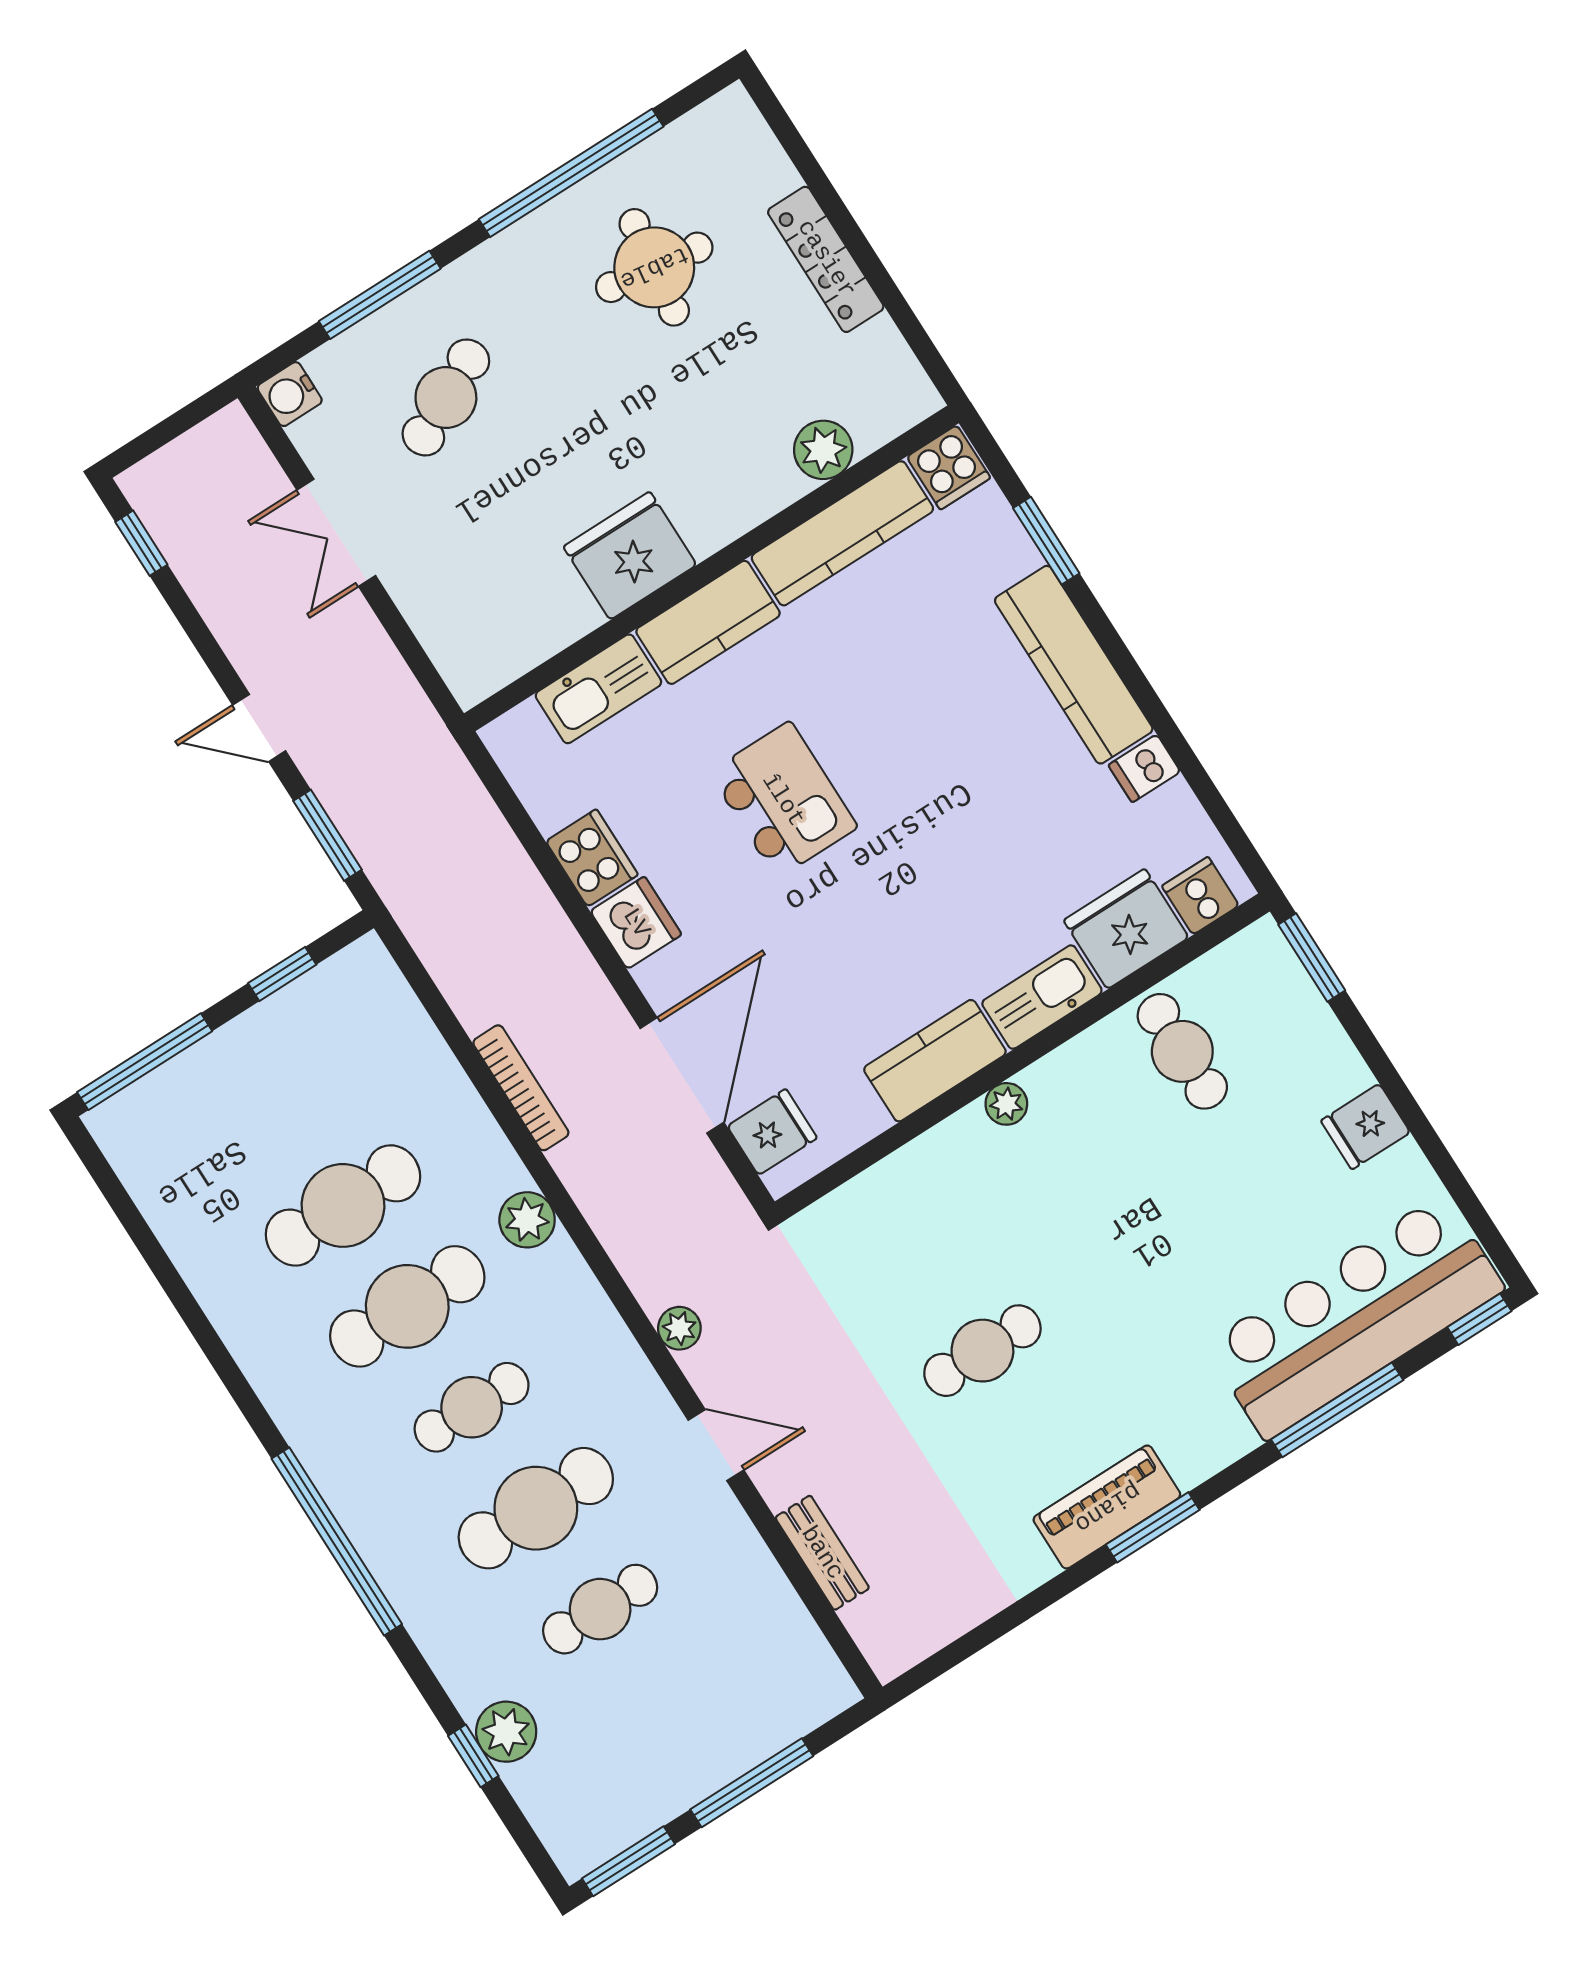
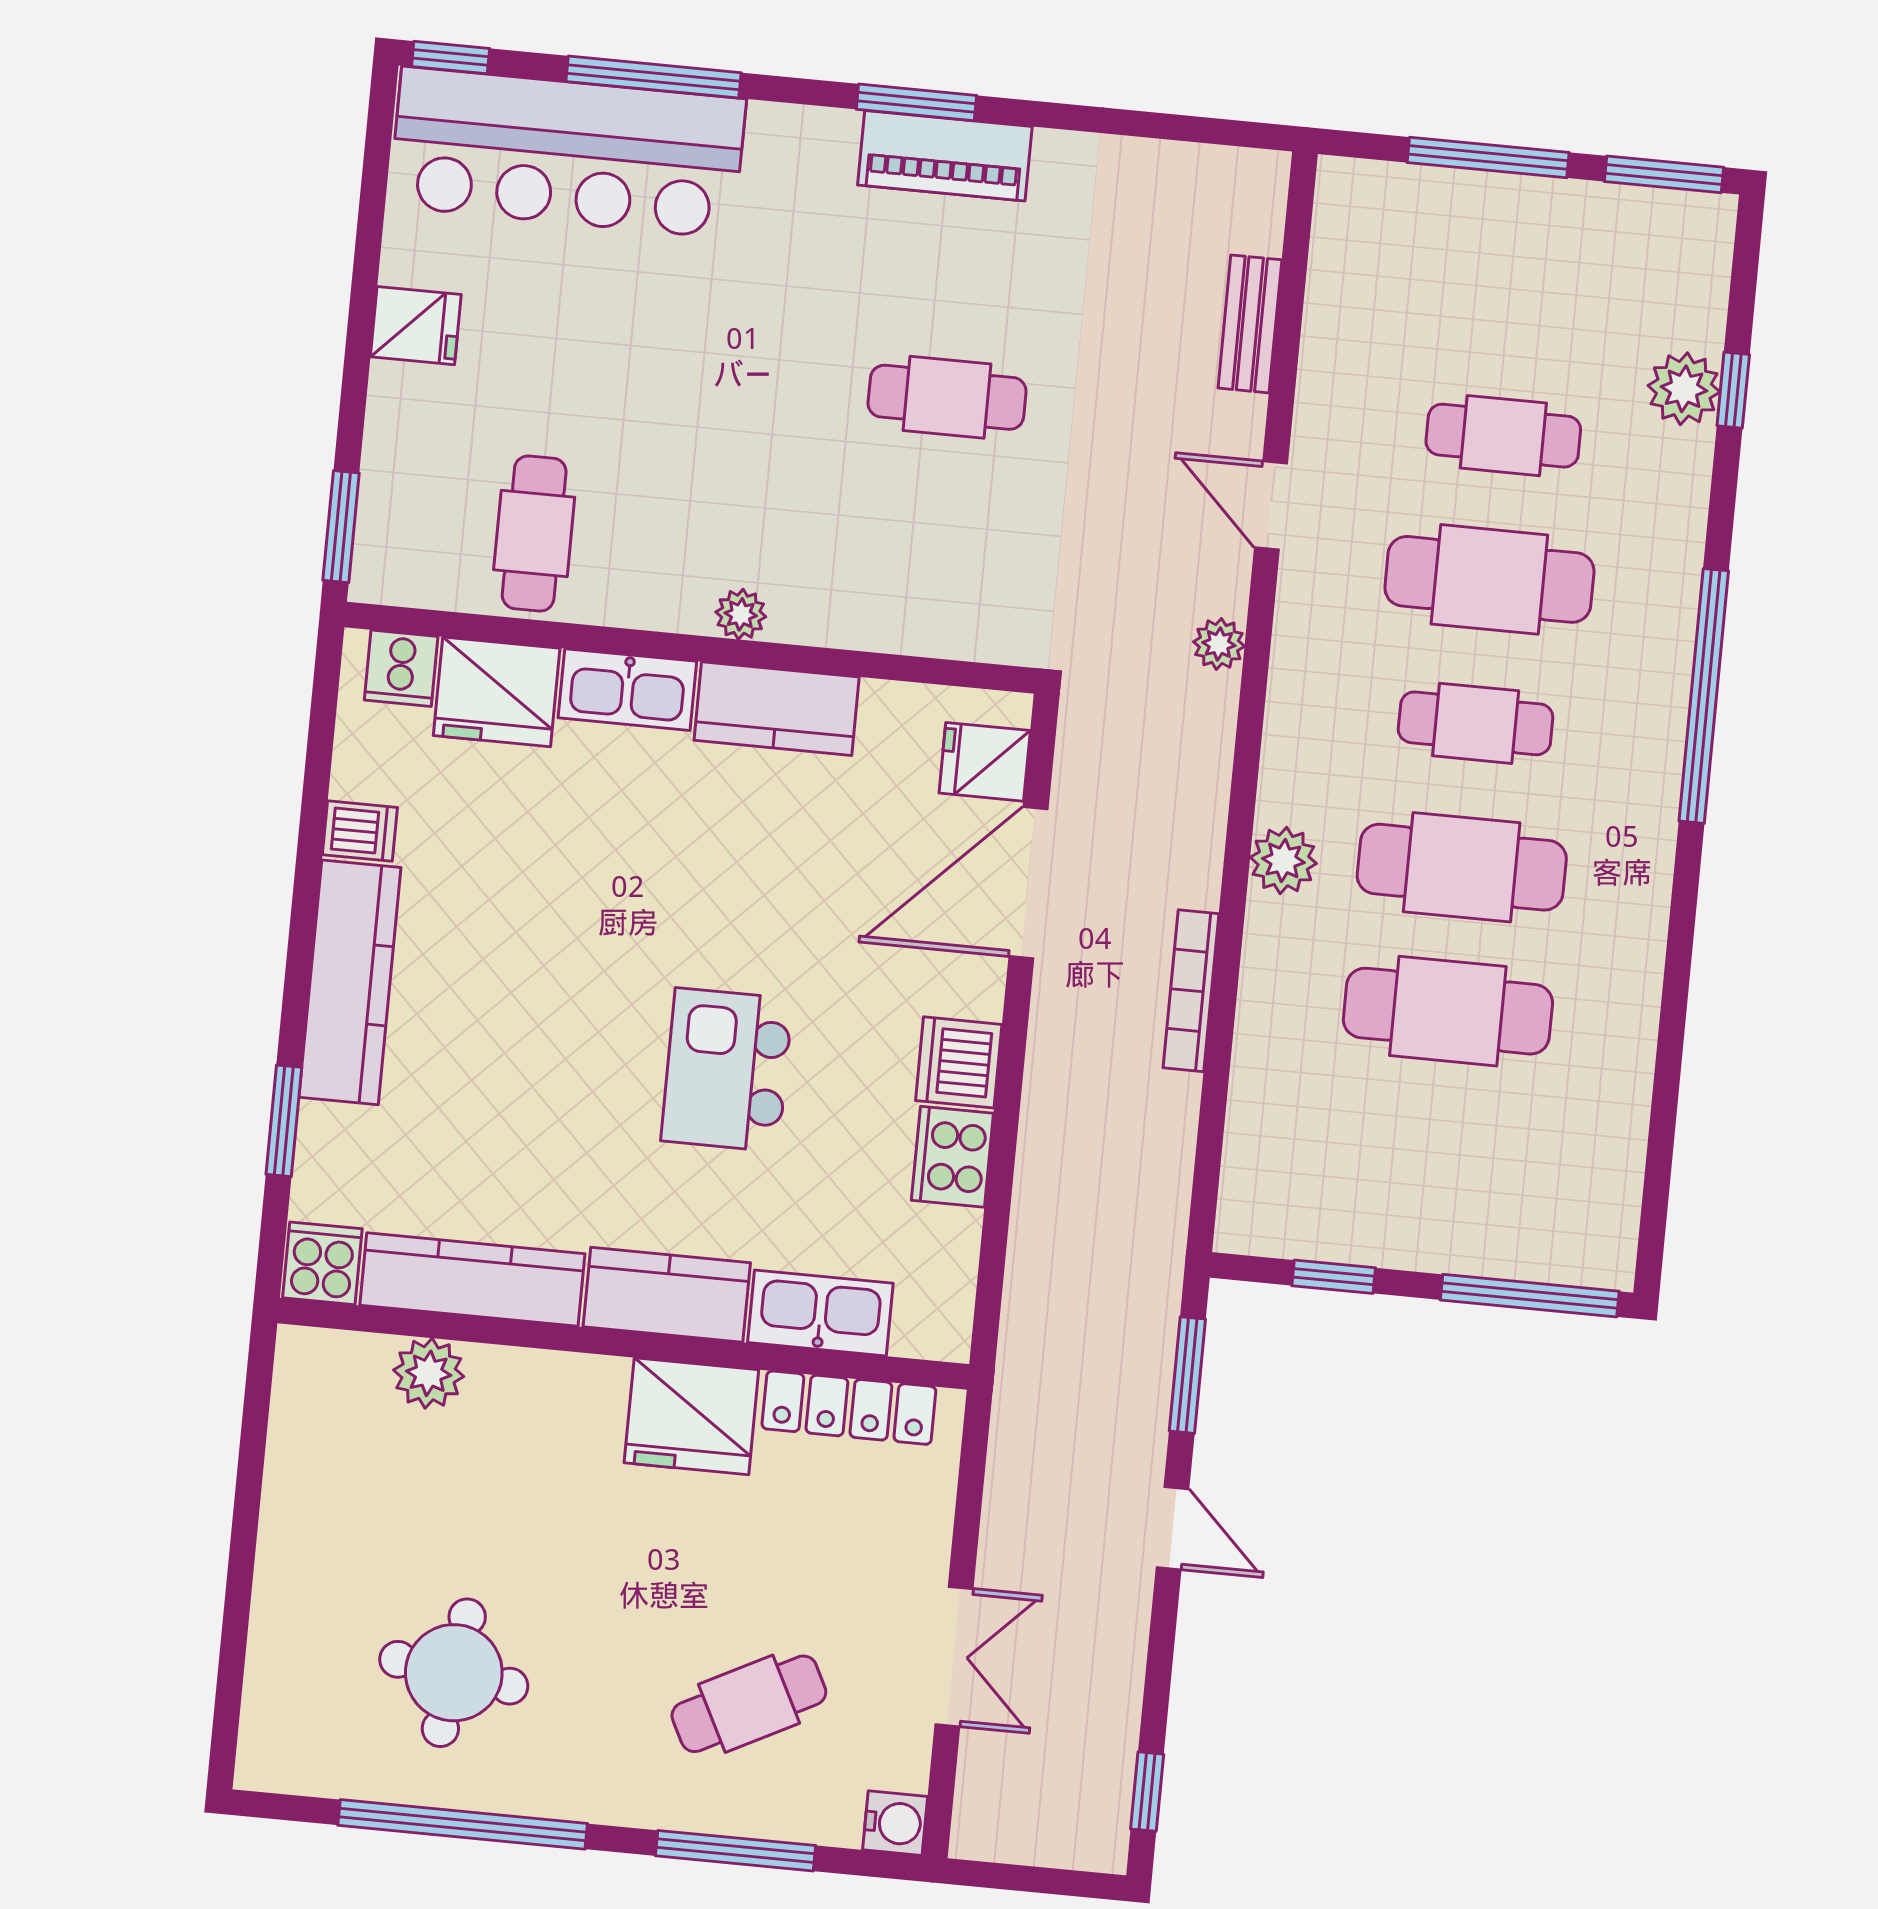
locker: (826, 259) -> (849, 1408), moved, turned 90

